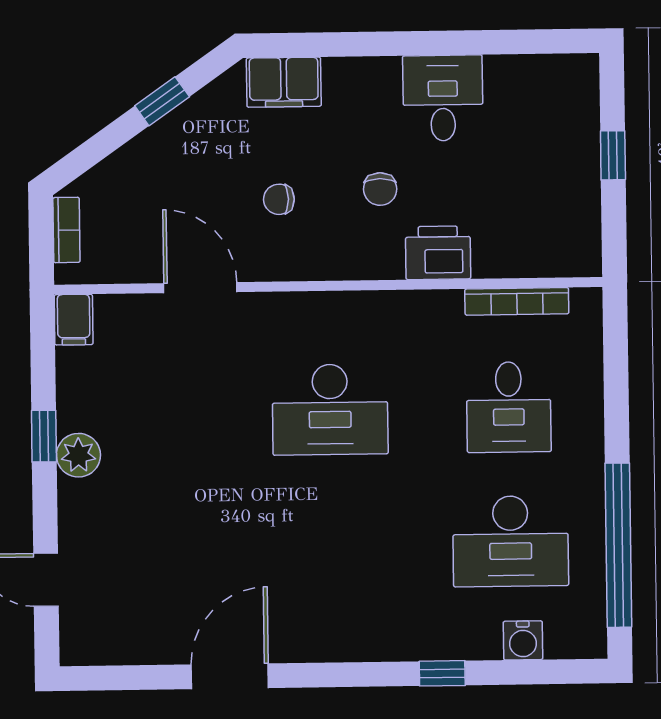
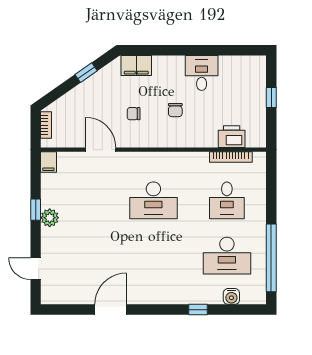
printer: (438, 253) -> (232, 137), moved

